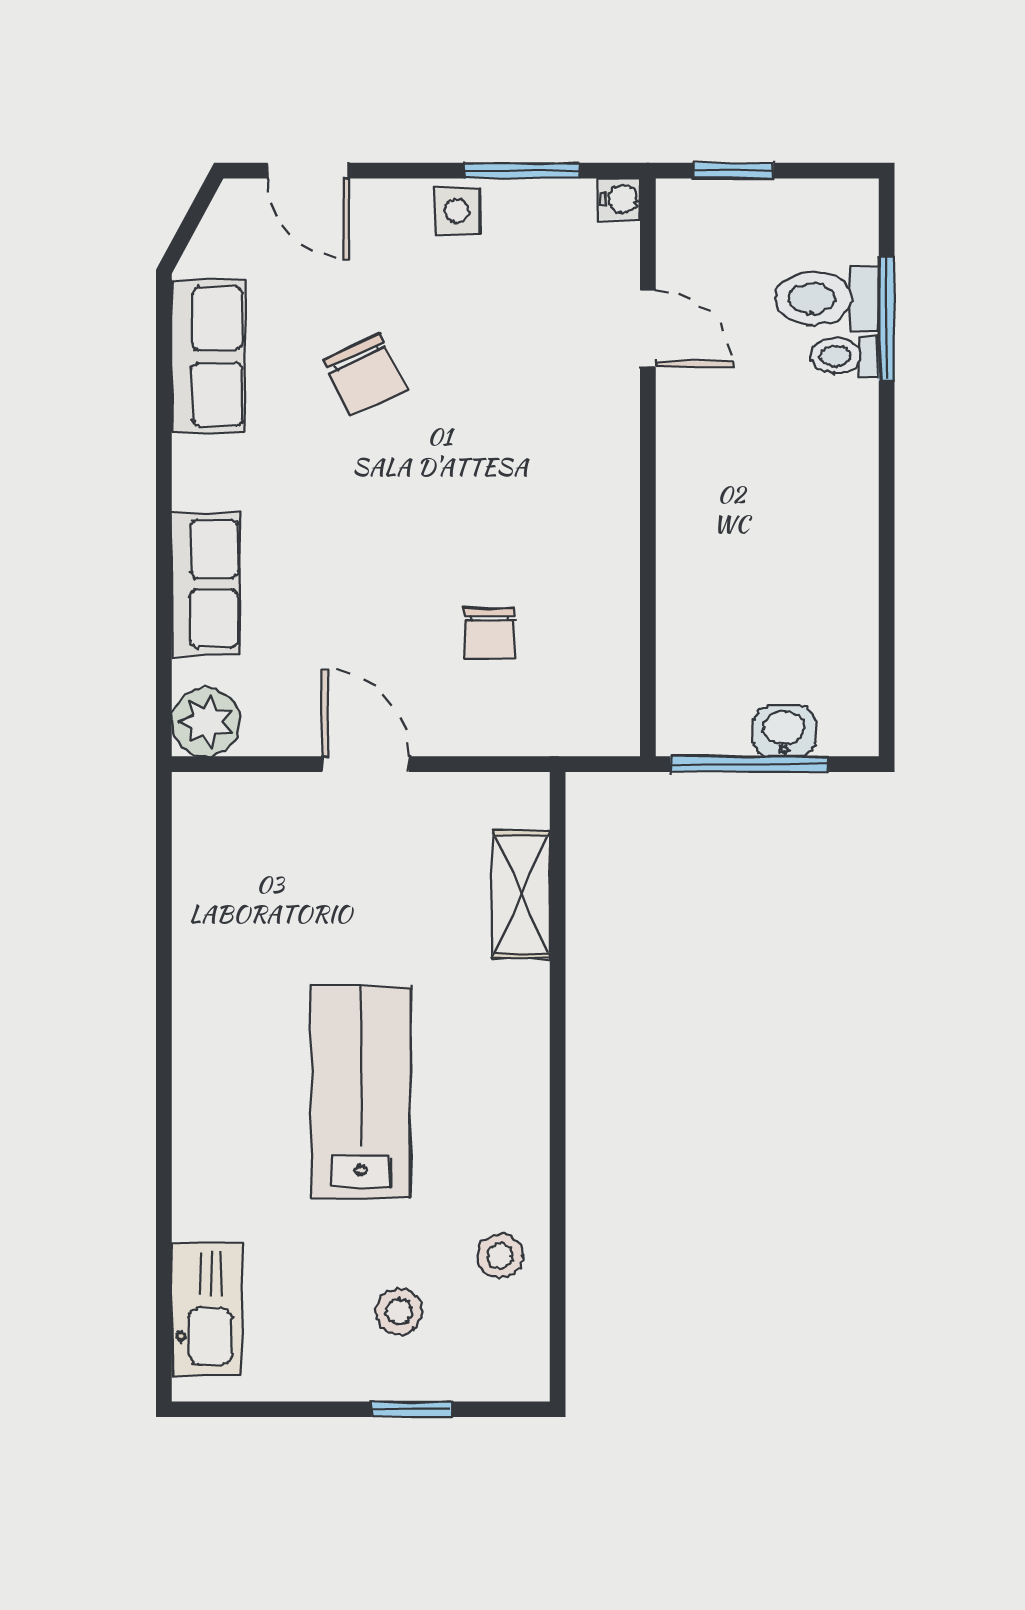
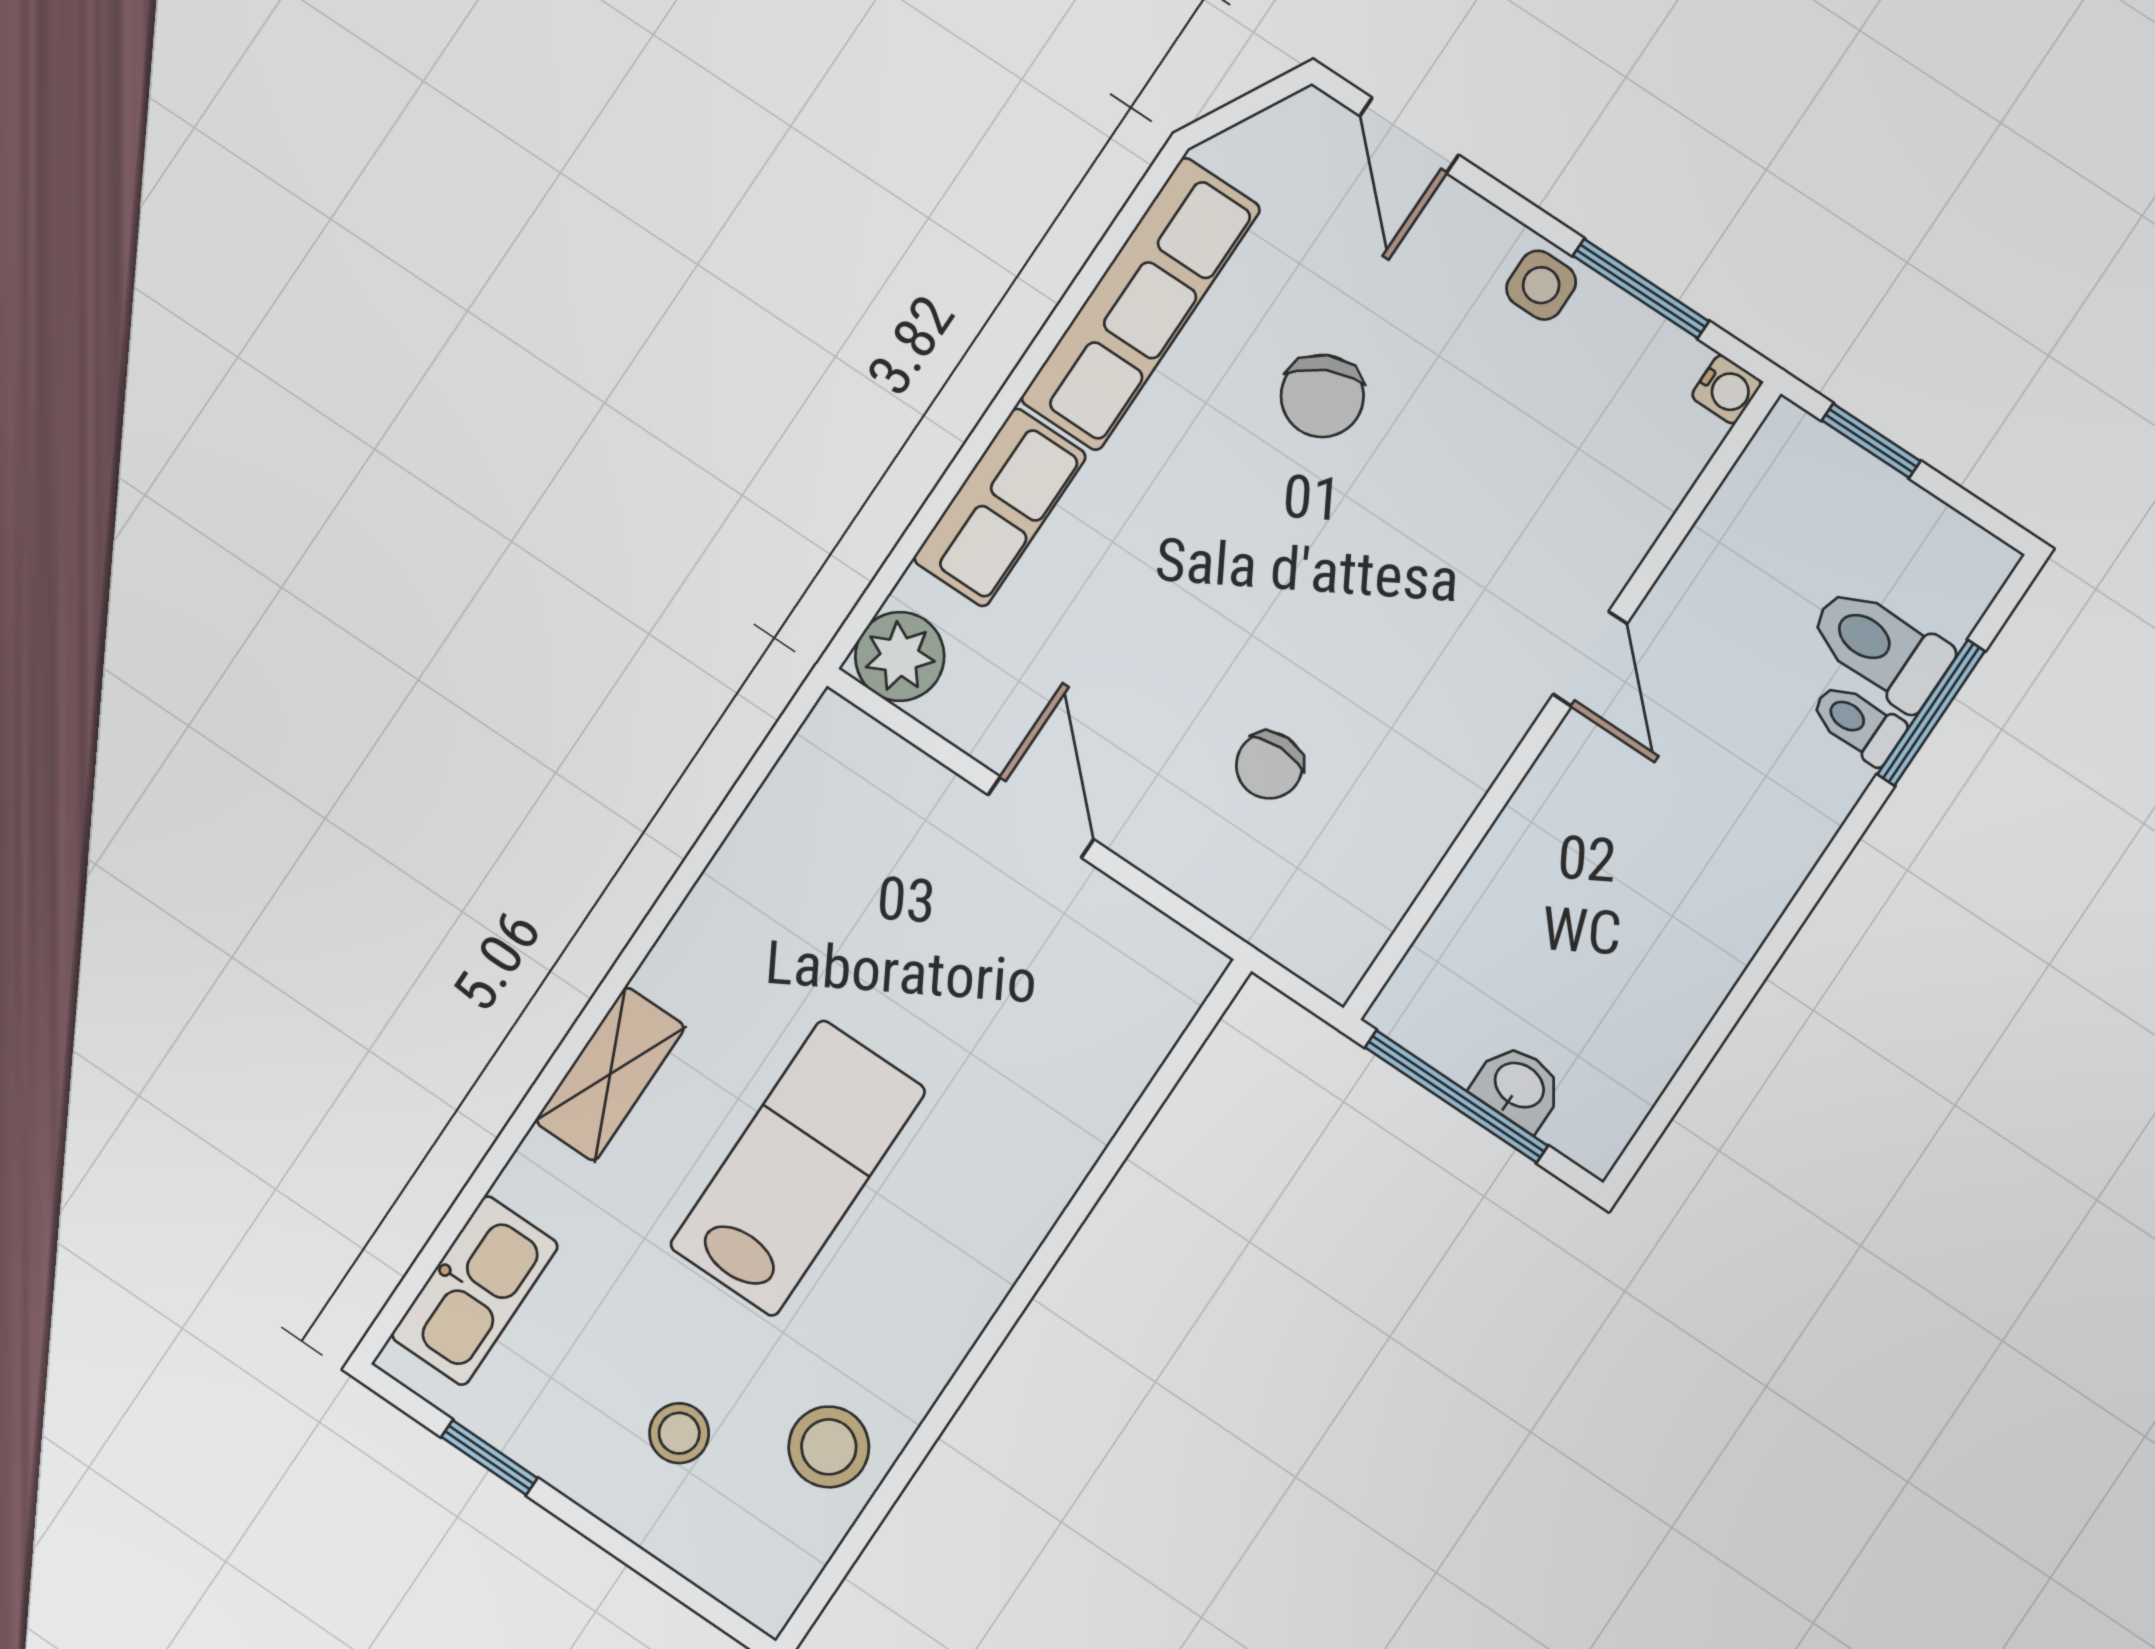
door: (648, 329) -> (1590, 659), moved
row of seats: (209, 356) -> (1141, 304), width x1.48
shelving: (521, 895) -> (610, 1074), moved
stool: (500, 1256) -> (829, 1447), width x1.37, depth x1.37
window: (412, 1409) -> (489, 1457), moved

